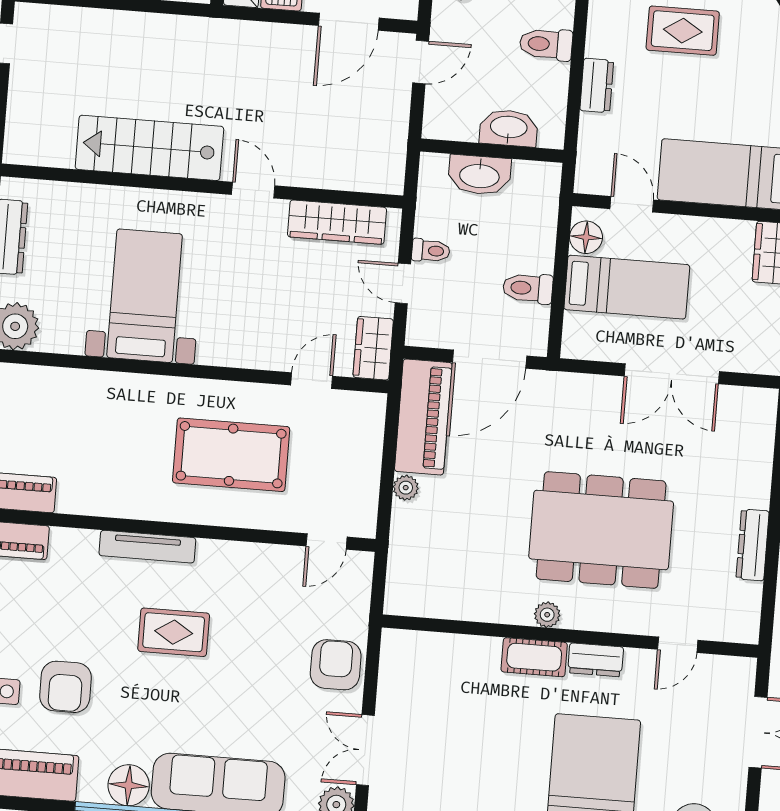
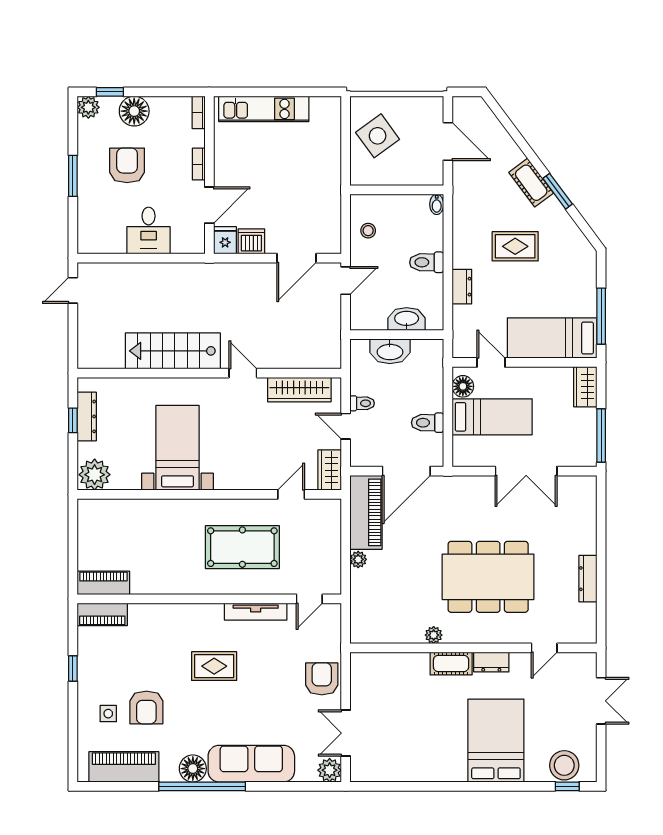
tv unit: (147, 547) -> (256, 612), moved
plant: (547, 615) -> (434, 635), moved

